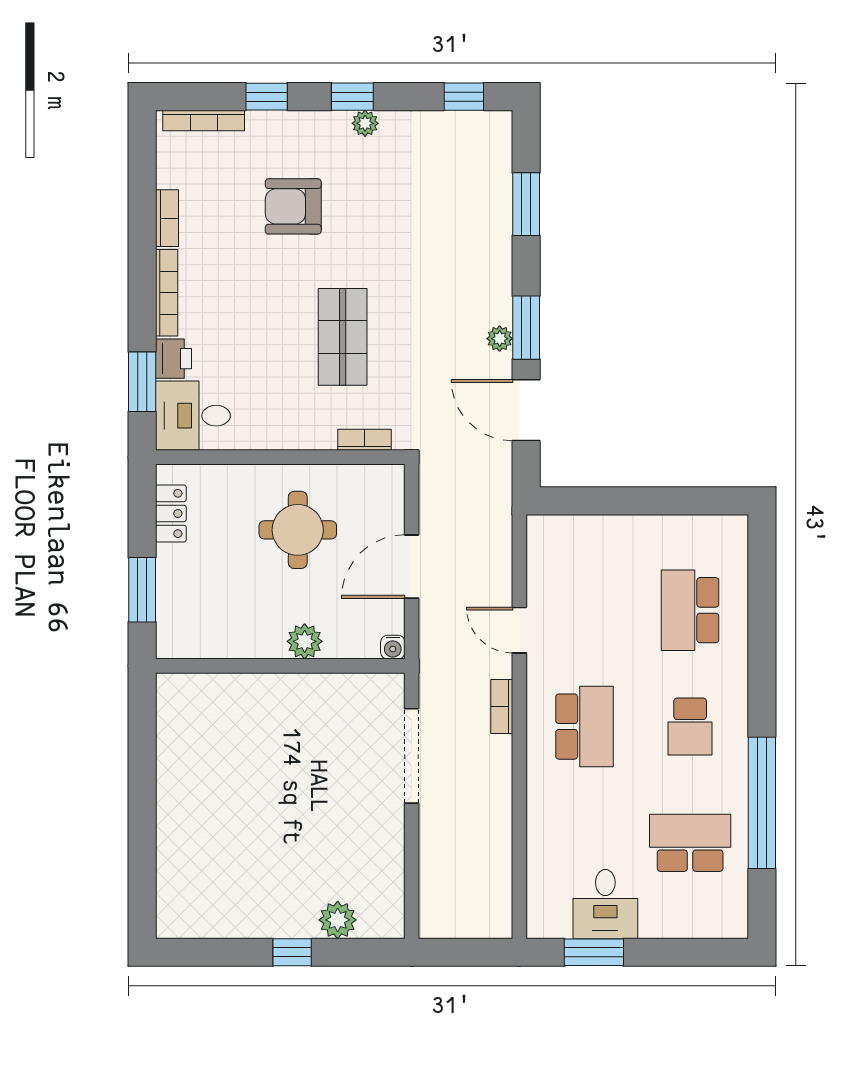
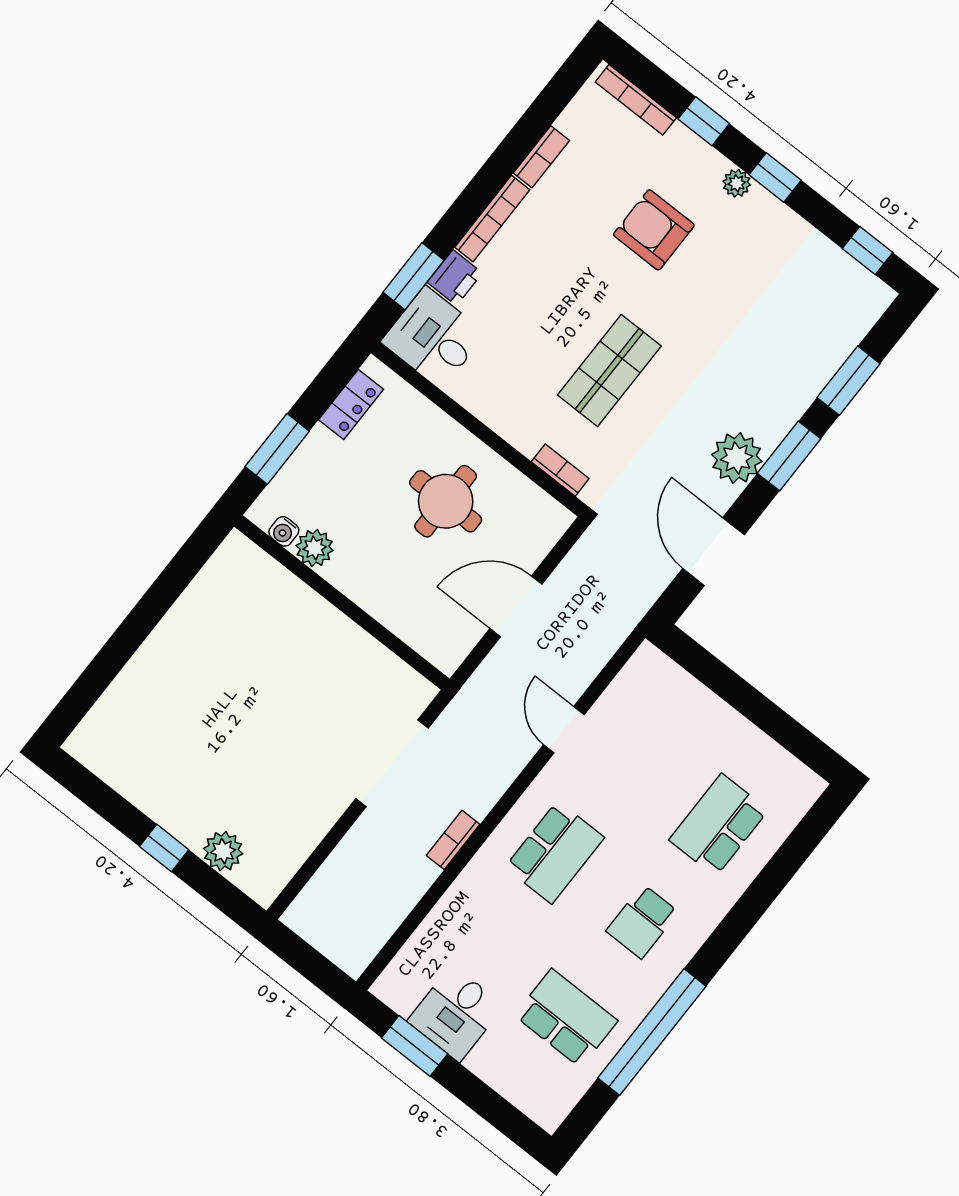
plant: (365, 123) -> (737, 183), moved
window: (526, 328) -> (789, 456), moved
plant: (500, 339) -> (737, 458), width x1.88, depth x1.88
plant: (305, 641) -> (315, 548), moved
water cooler: (393, 647) -> (284, 531), moved
bookcase: (502, 707) -> (453, 840), moved

